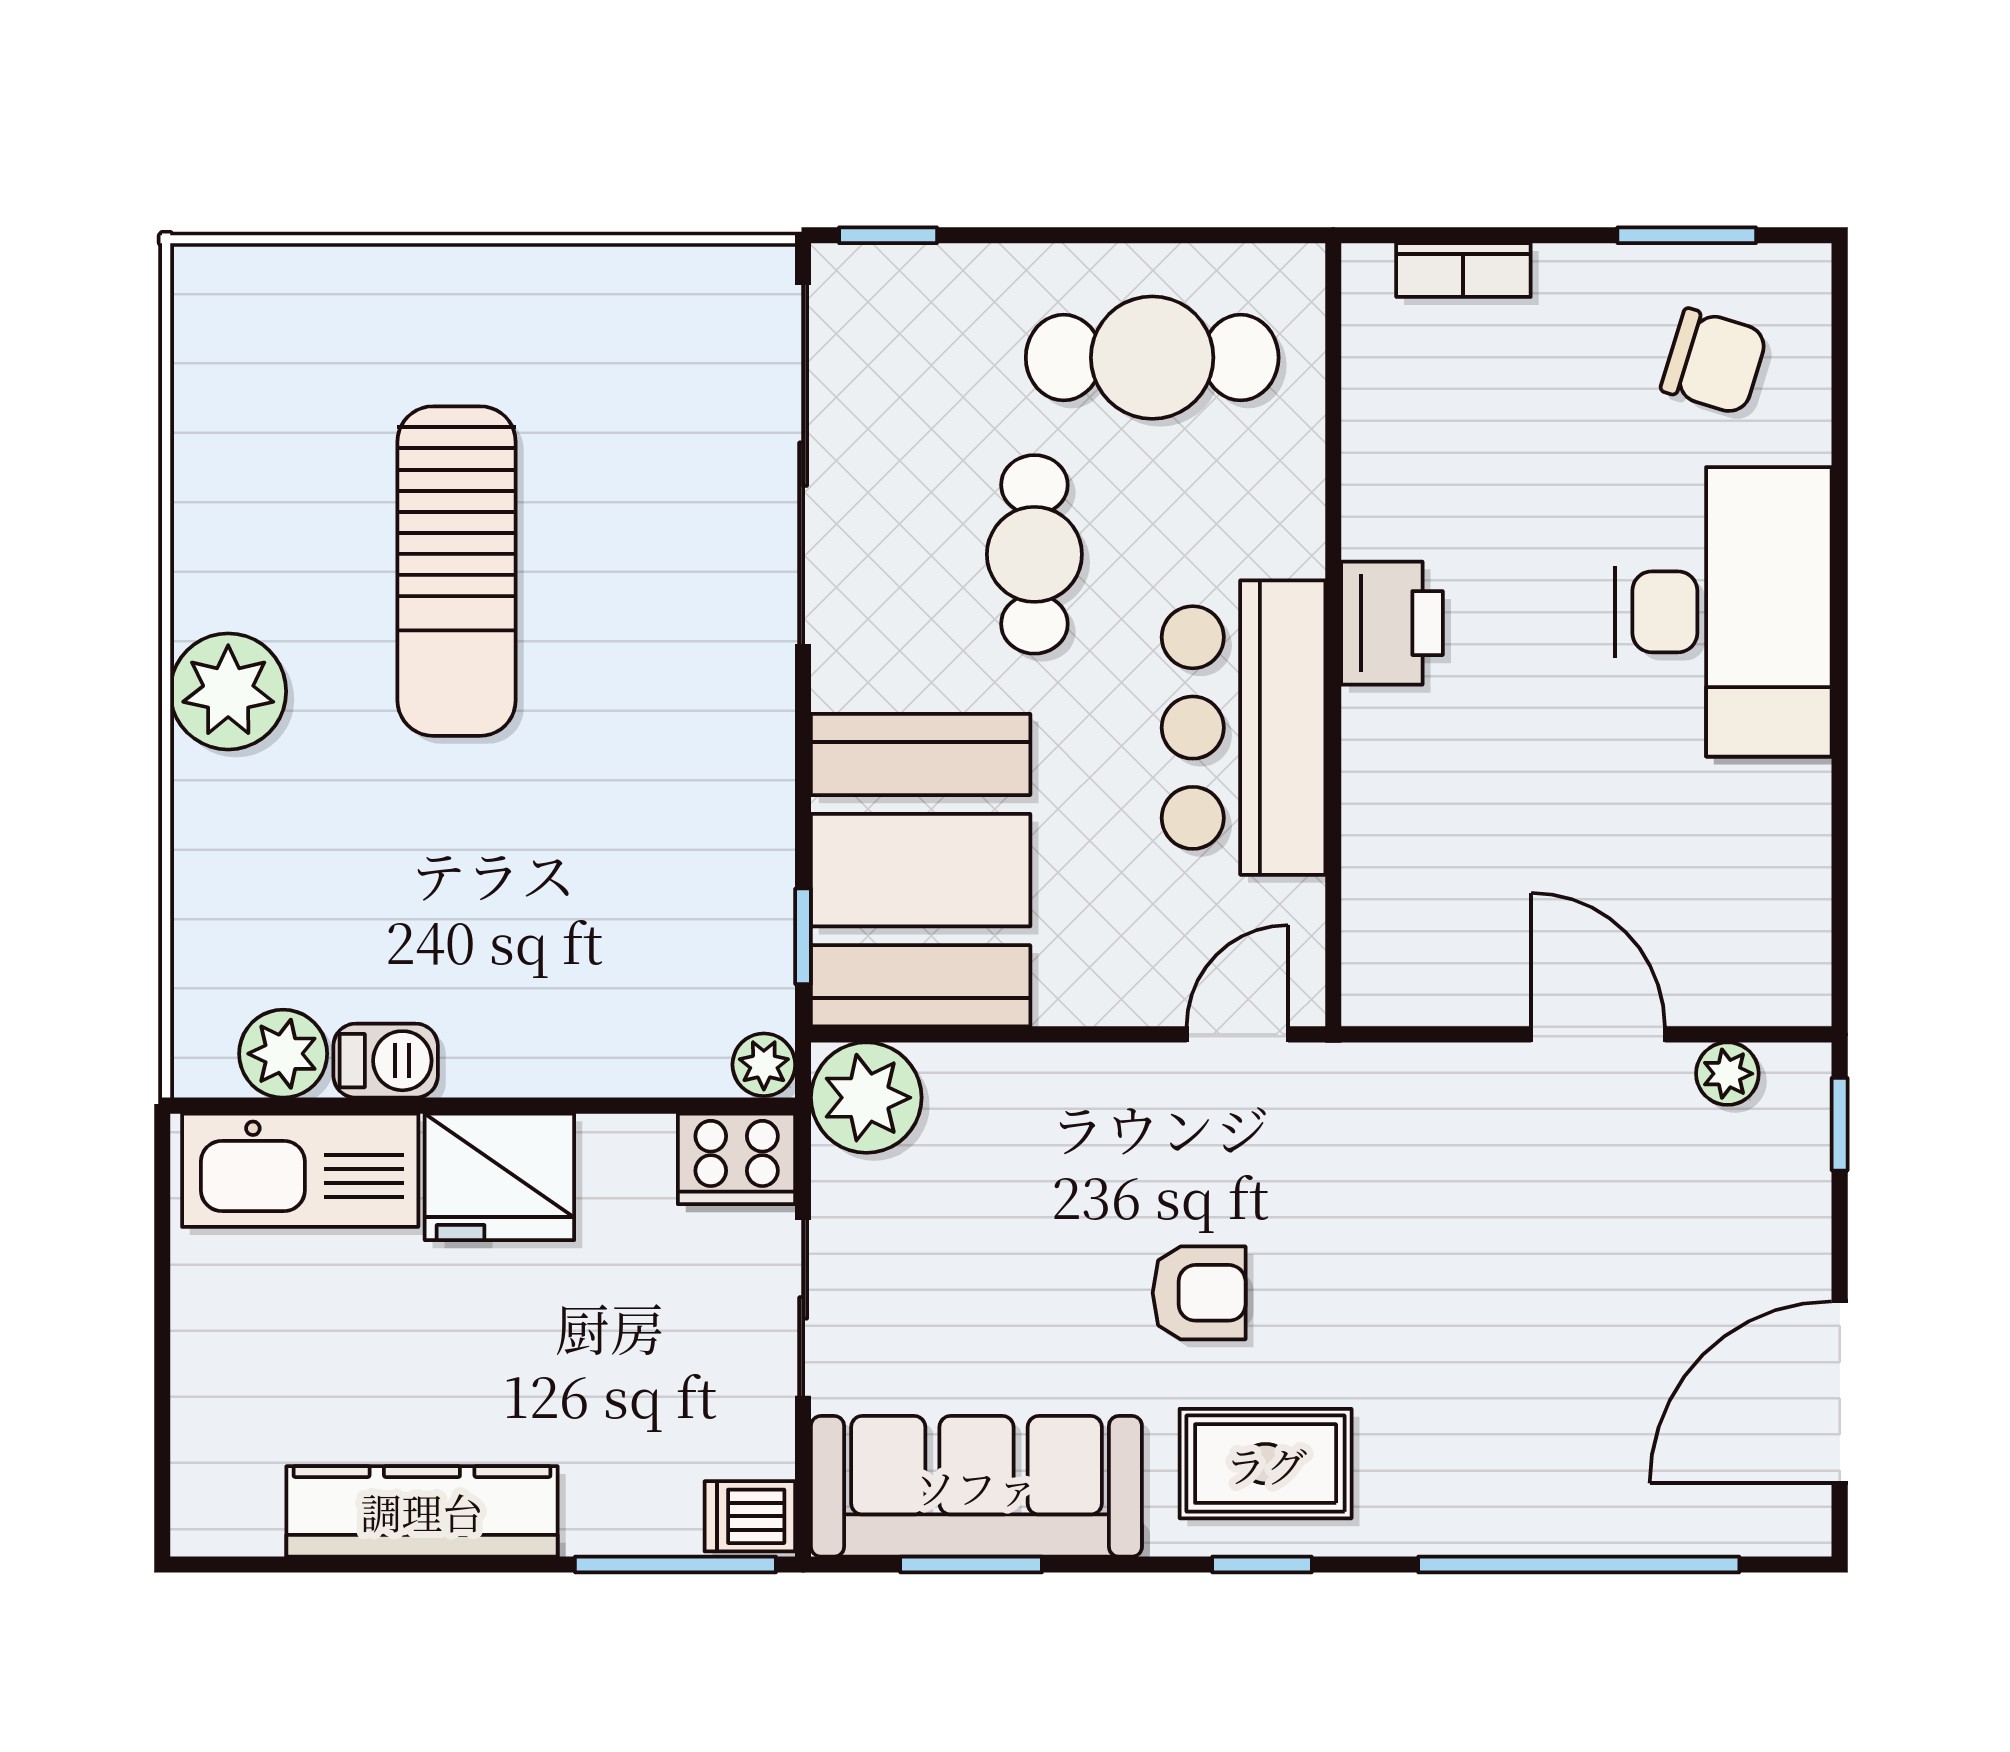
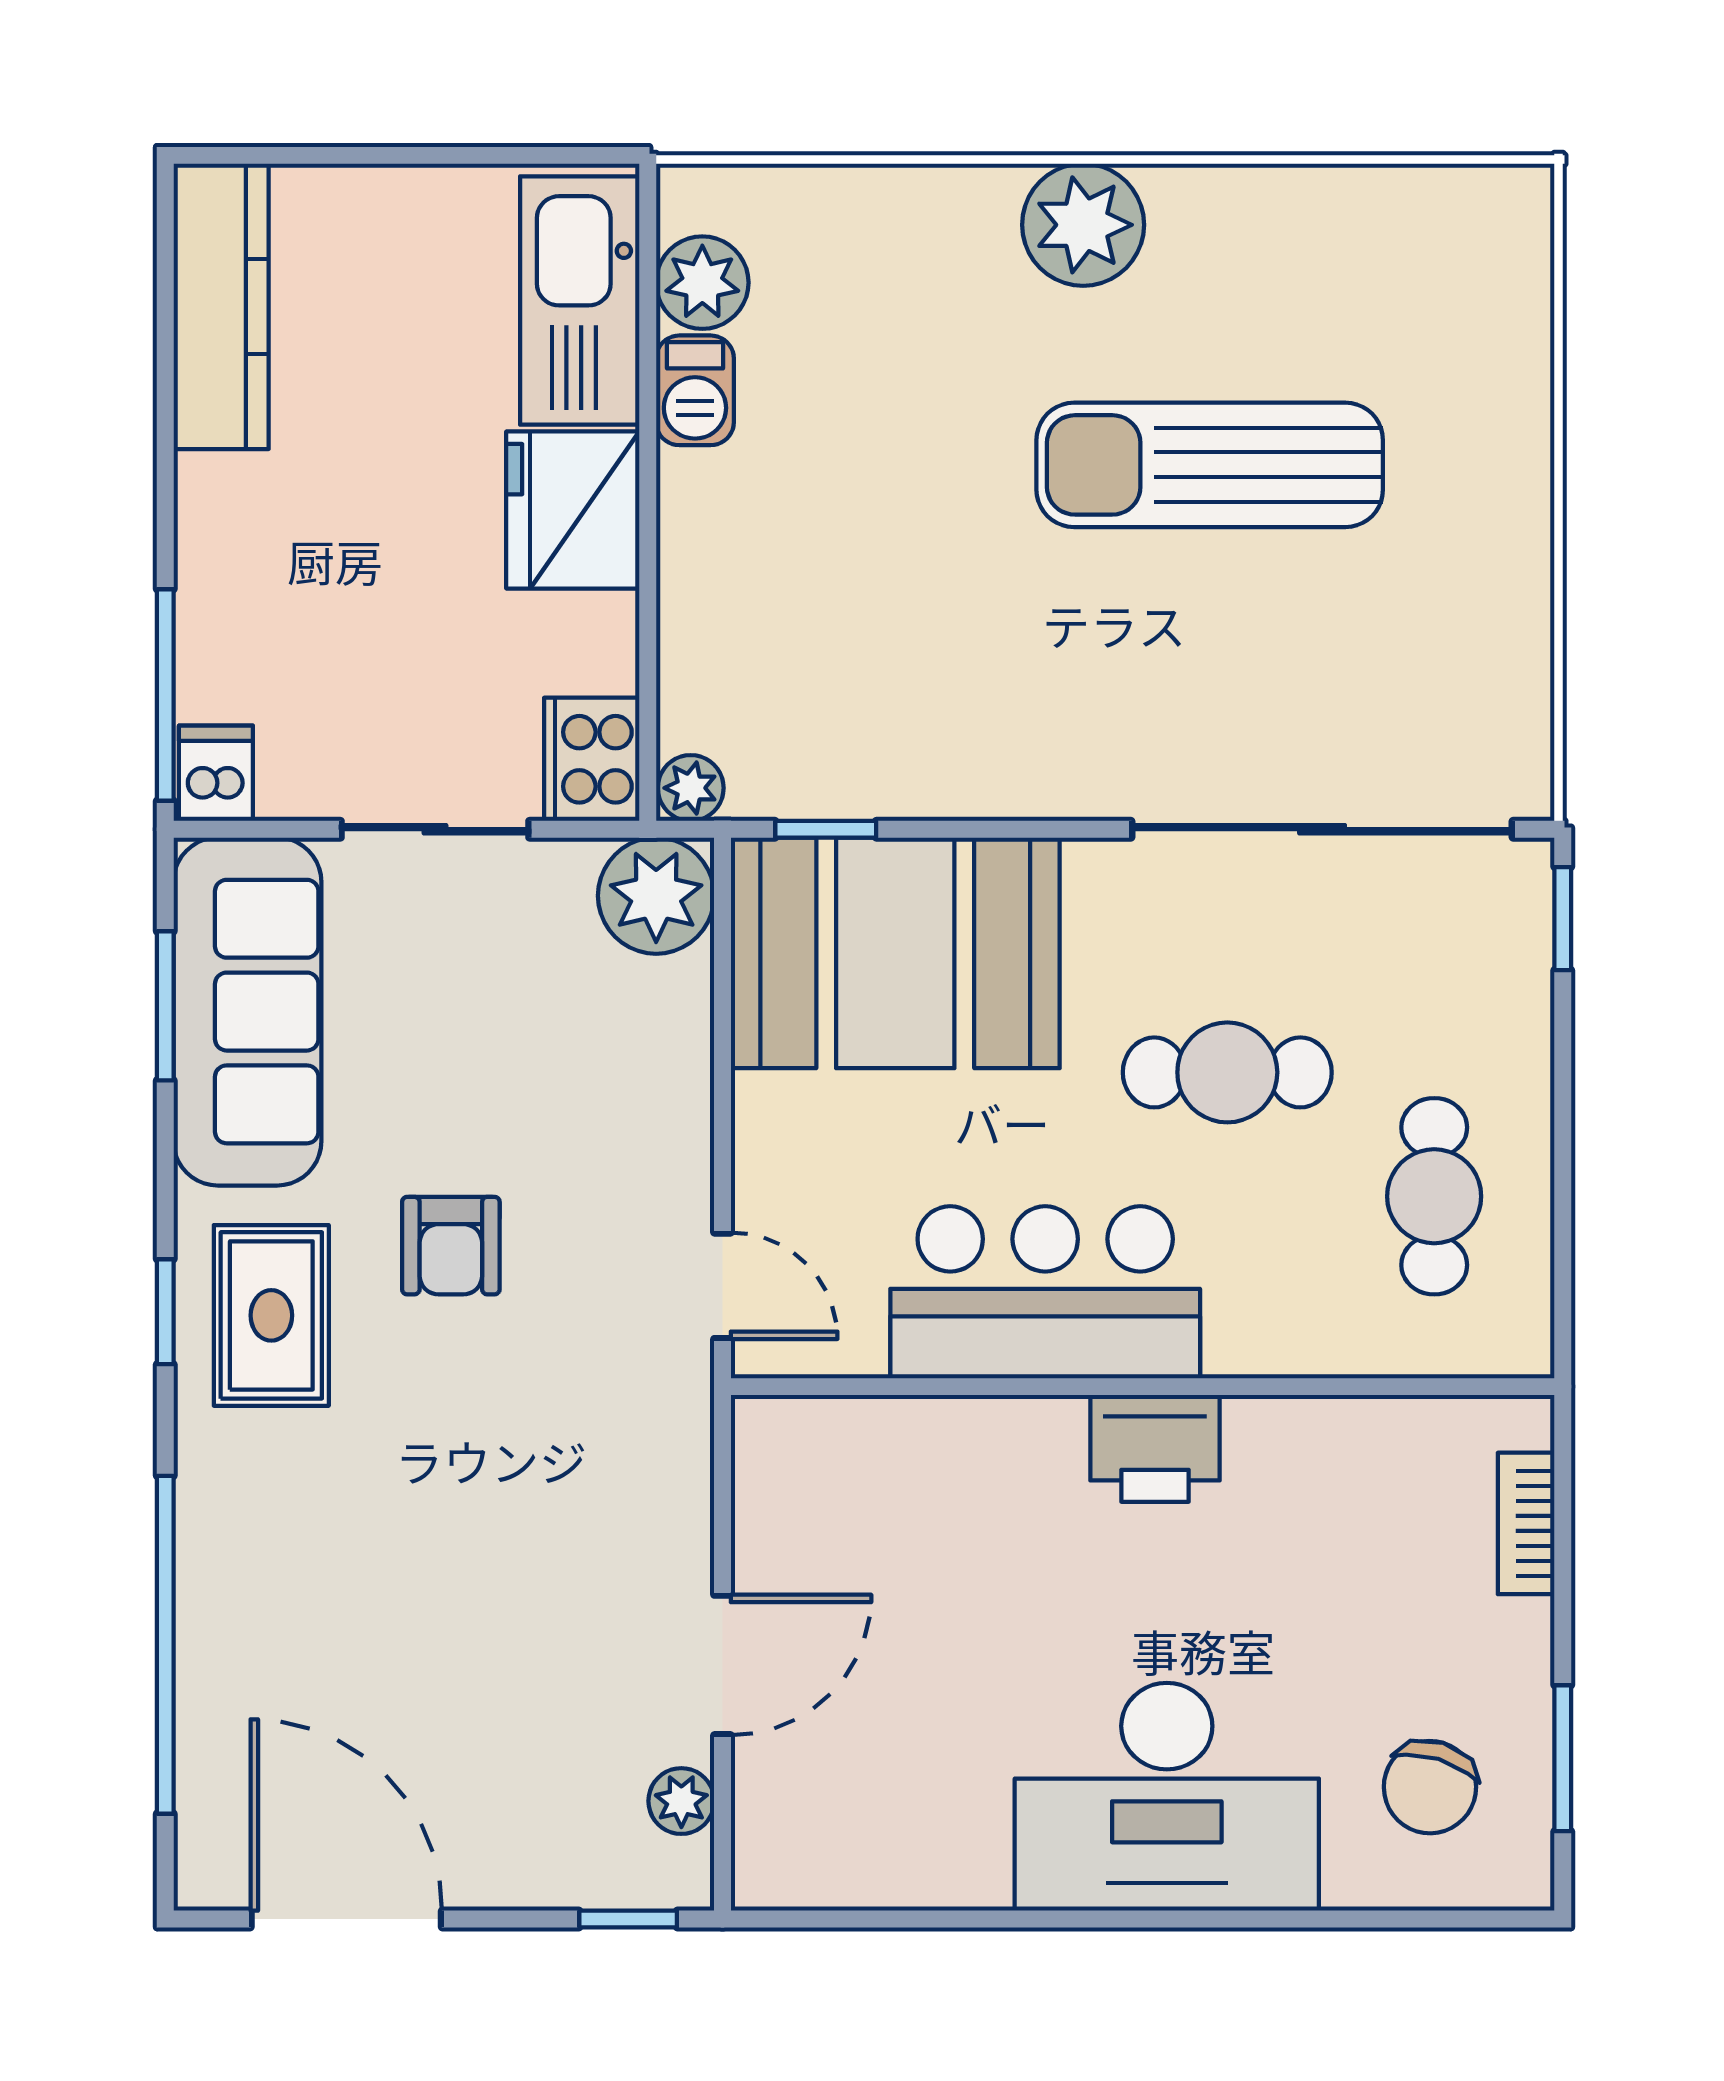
cafe table: (1152, 358) -> (1434, 1196), width x0.73, depth x0.74
kitchen counter: (422, 1511) -> (221, 306), moved

